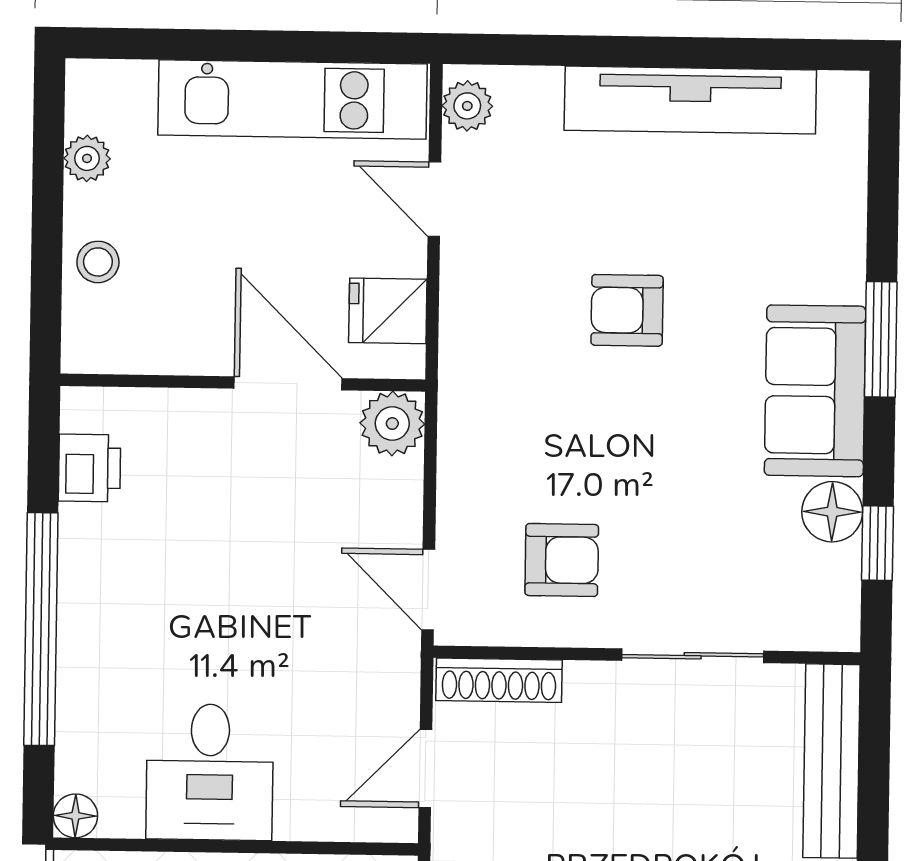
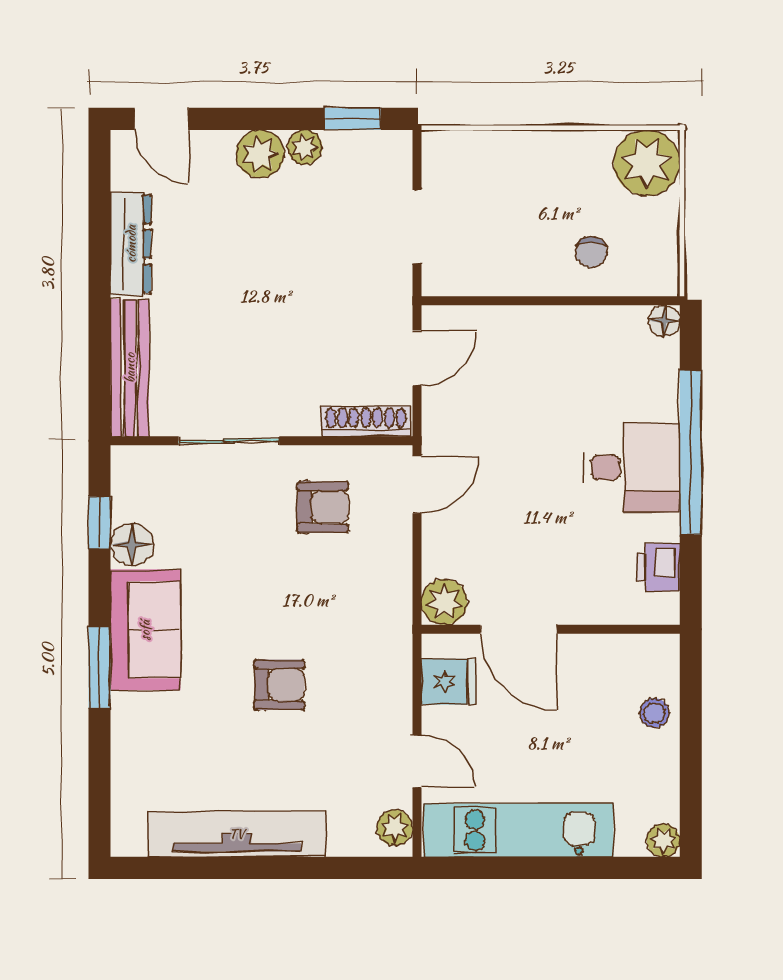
plant: (87, 158) -> (663, 840), moved
armchair: (562, 560) -> (323, 507), turned 180
door: (428, 590) -> (417, 485), hinge flipped
desk: (210, 772) -> (632, 467), moved, turned 90

